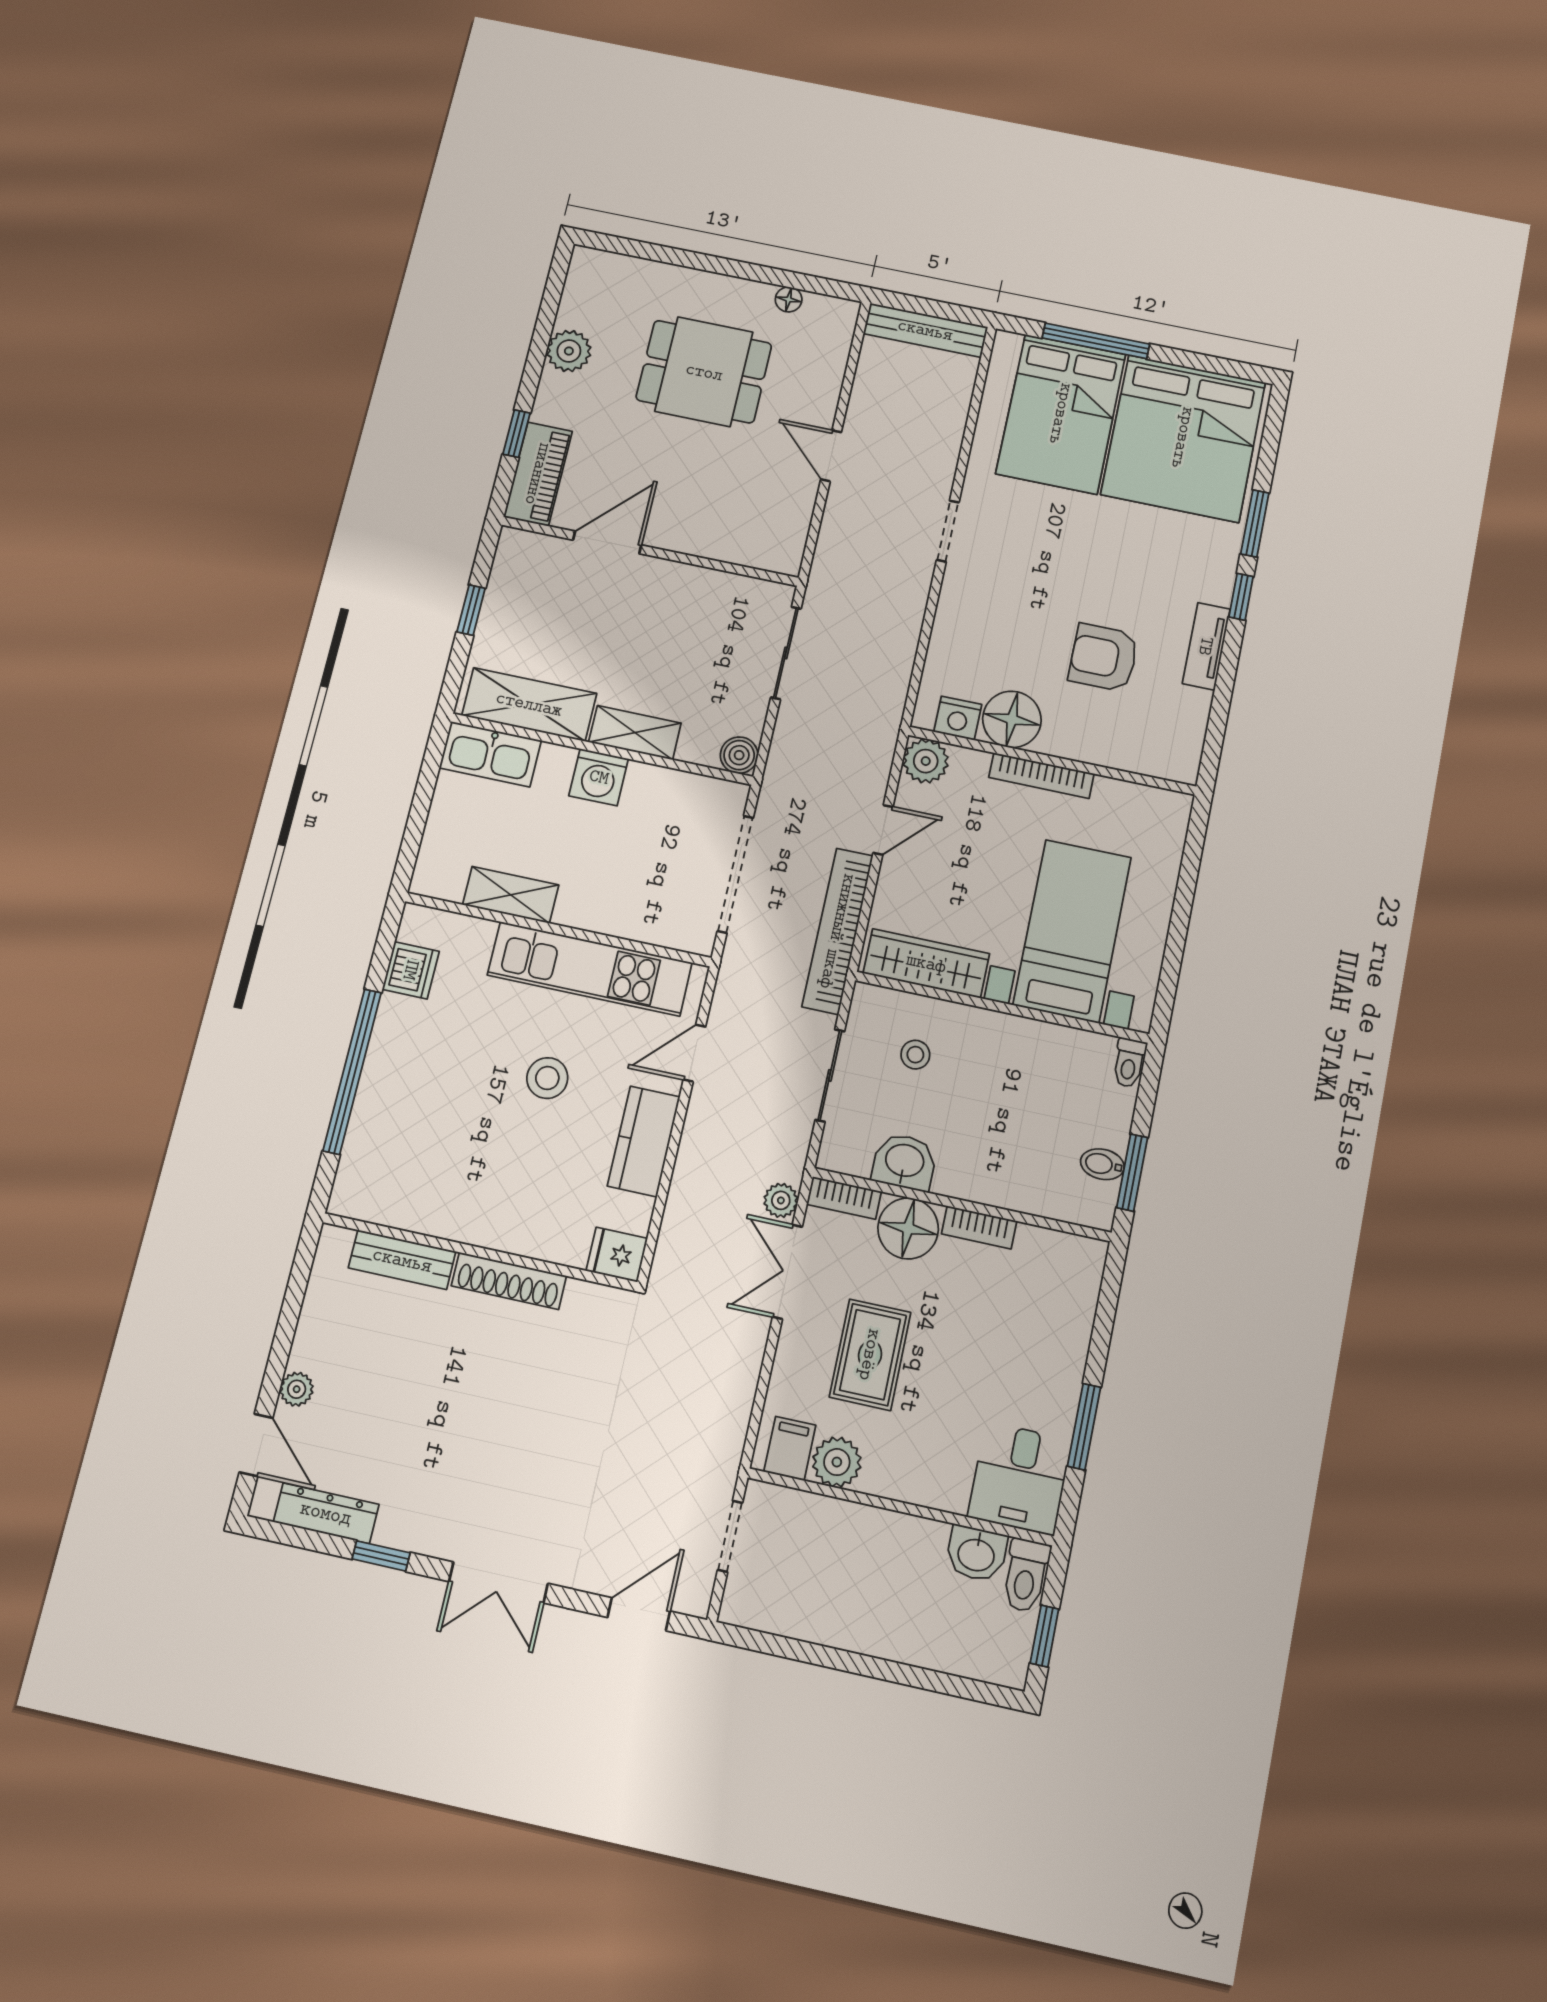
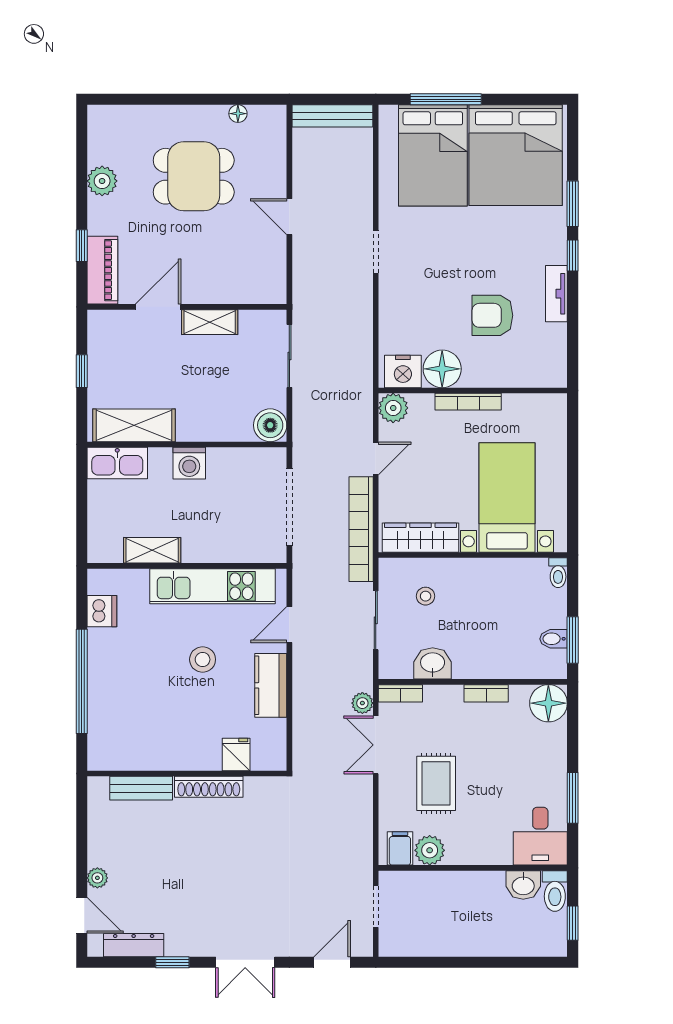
nightstand: (958, 718) -> (403, 371), width x1.36, depth x1.33
shelving: (635, 733) -> (210, 322), moved
boiler: (739, 755) -> (270, 425), width x1.36, depth x1.36
floor lamp: (908, 1228) -> (548, 703), moved
fridge: (617, 1255) -> (236, 754), moved, turned 90

